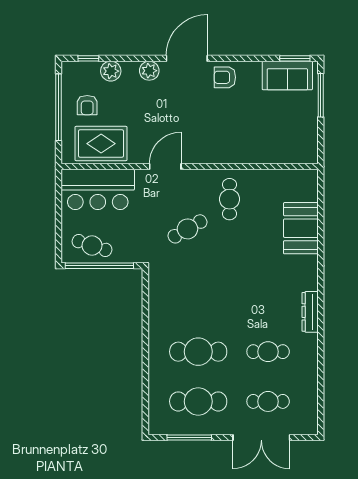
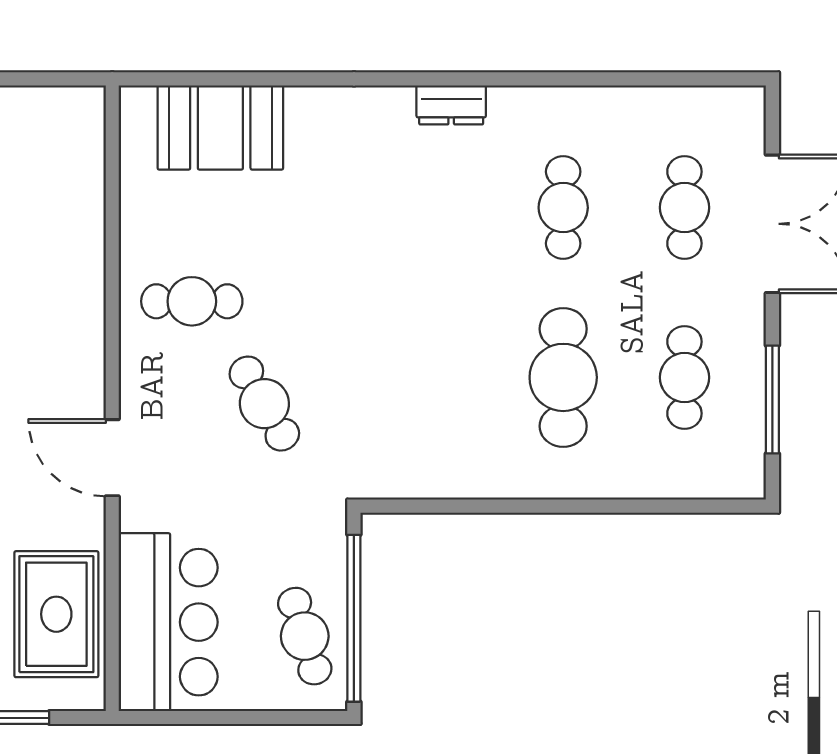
booth: (301, 228) -> (220, 128), moved
cafe table: (92, 246) -> (305, 636), turned -35
dresser: (310, 312) -> (451, 105), width x0.70
cafe table: (198, 401) -> (684, 377), width x0.73, depth x0.74

